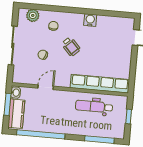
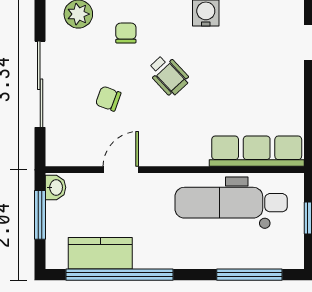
row of seats: (100, 84) -> (257, 151), width x0.73
dental chair: (94, 106) -> (231, 203), width x1.36, depth x1.38
kitchen counter: (16, 114) -> (100, 253), moved, turned -90

